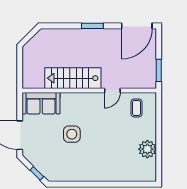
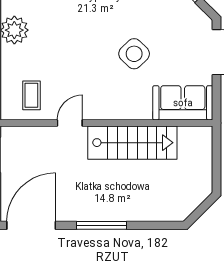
window: (92, 26) -> (101, 225), width x1.44
side table: (72, 134) -> (134, 54), turned 45

